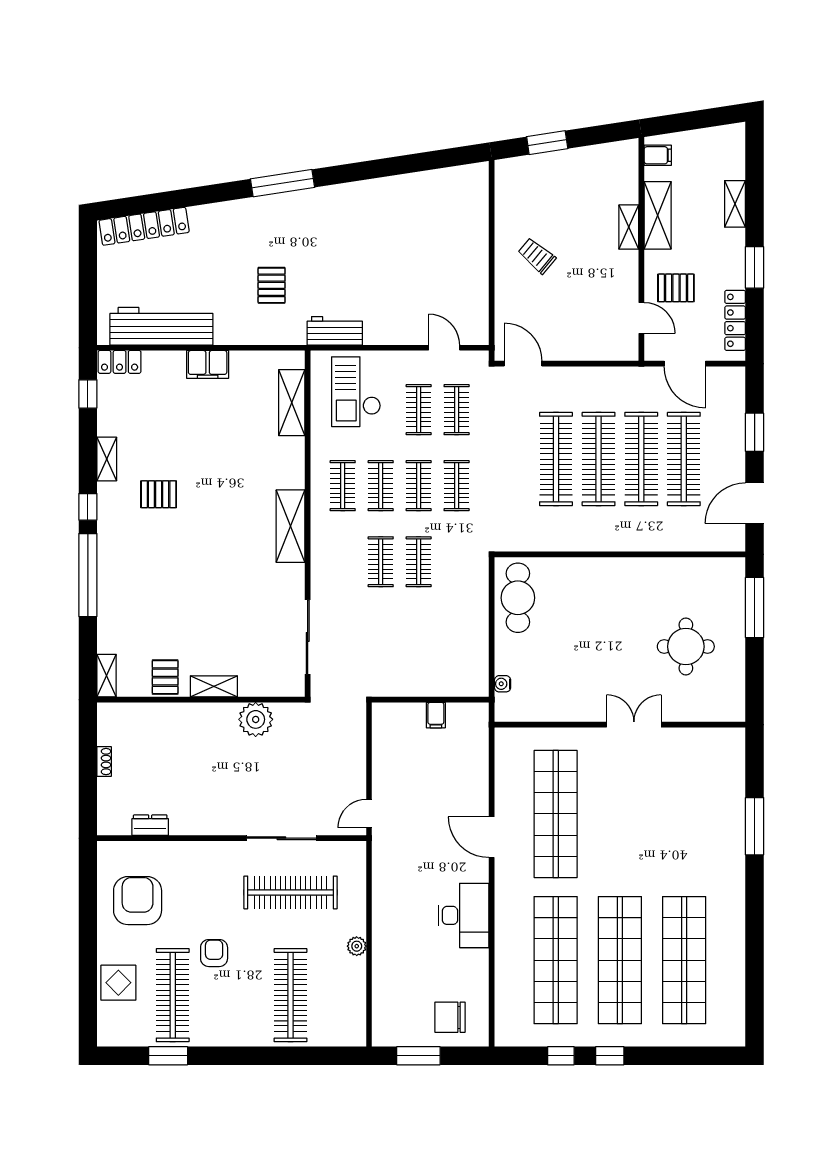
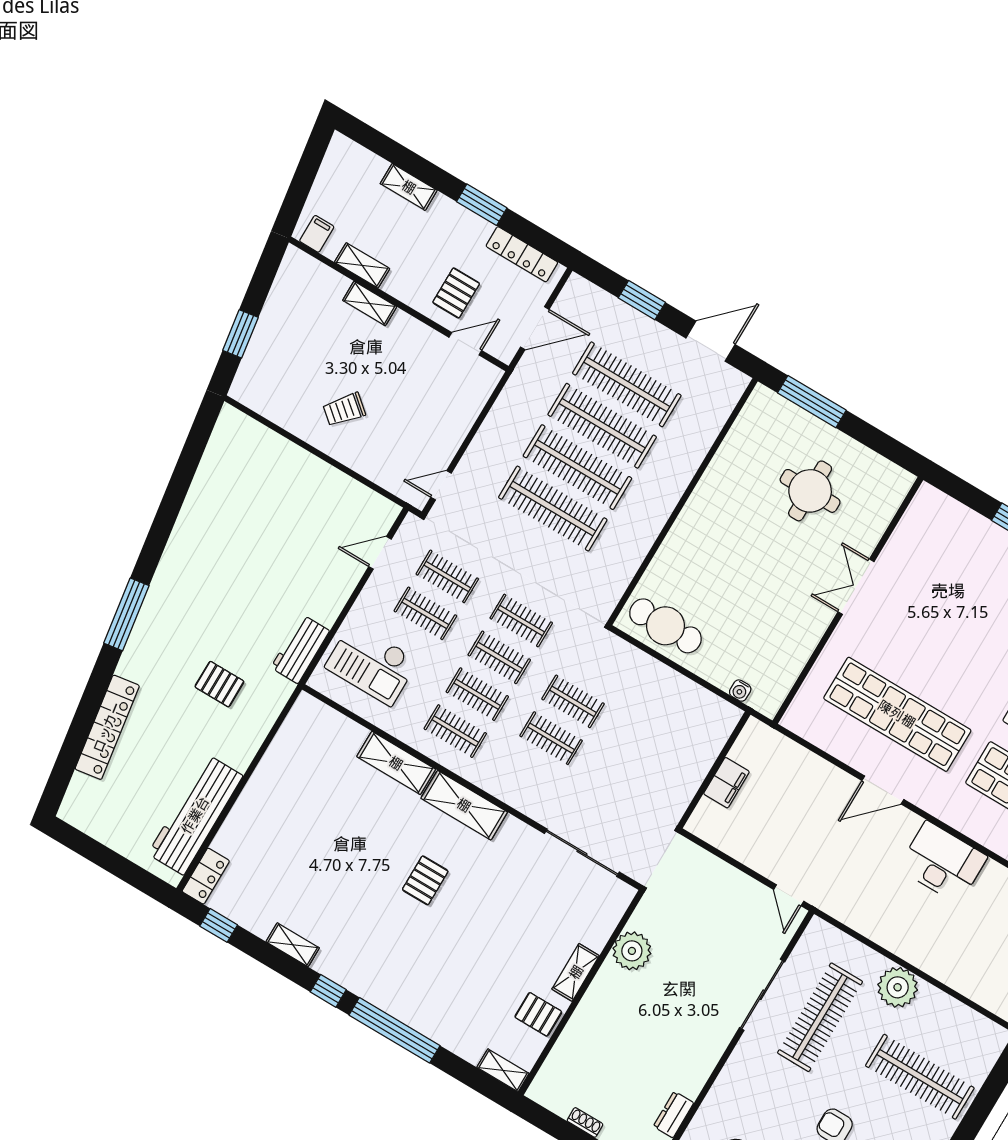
shelving: (658, 215) -> (362, 265), width x0.67, depth x0.75
locker: (144, 226) -> (107, 727), moved
filing cabinet: (208, 364) -> (259, 792), removed
door: (523, 364) -> (441, 485), width x0.73
shelving: (292, 403) -> (396, 763), moved
pallet: (159, 494) -> (425, 880), moved
door: (755, 503) -> (711, 341), swing flipped
filing cabinet: (436, 715) -> (726, 783), width x2.00
plant: (357, 946) -> (898, 987), width x1.88, depth x1.88

